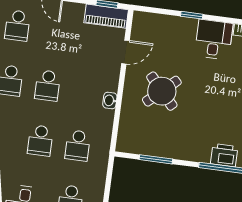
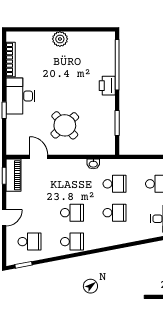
desk: (214, 39) -> (20, 96), width x1.37
washbasin: (110, 100) -> (93, 164), moved
printer: (224, 155) -> (107, 86), moved

